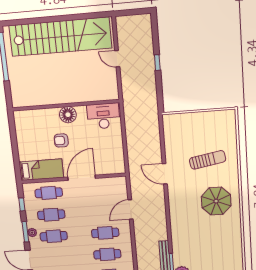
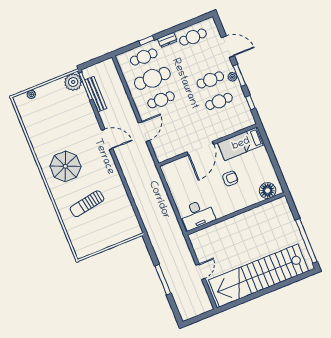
door: (117, 59) -> (201, 272), hinge flipped
window: (157, 63) -> (163, 280), width x2.17
floor lamp: (68, 115) -> (268, 191), moved
door: (165, 174) -> (107, 139), moved
cafe table: (49, 193) -> (228, 123), removed
cafe table: (107, 254) -> (152, 78), width x1.37, depth x1.35

